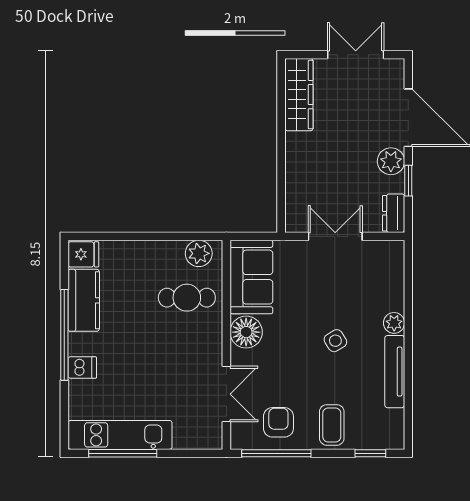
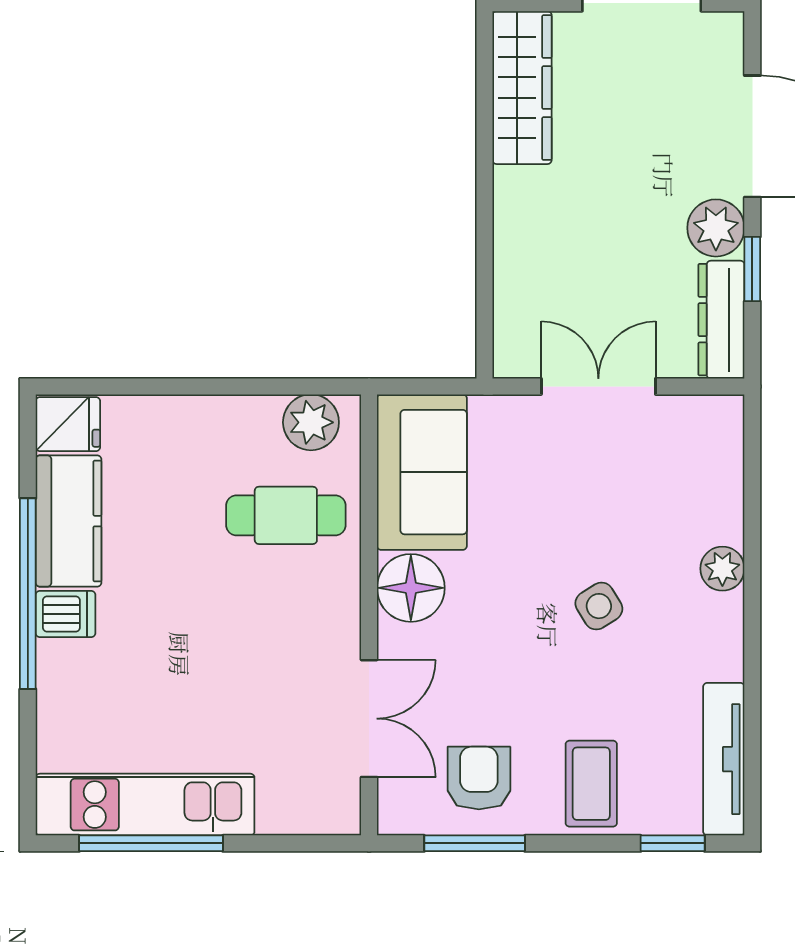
dresser: (394, 213) -> (721, 320), width x1.44
dishwasher: (82, 368) -> (65, 614), moved
tv unit: (395, 372) -> (724, 759), moved
window: (276, 453) -> (475, 843), width x0.69

